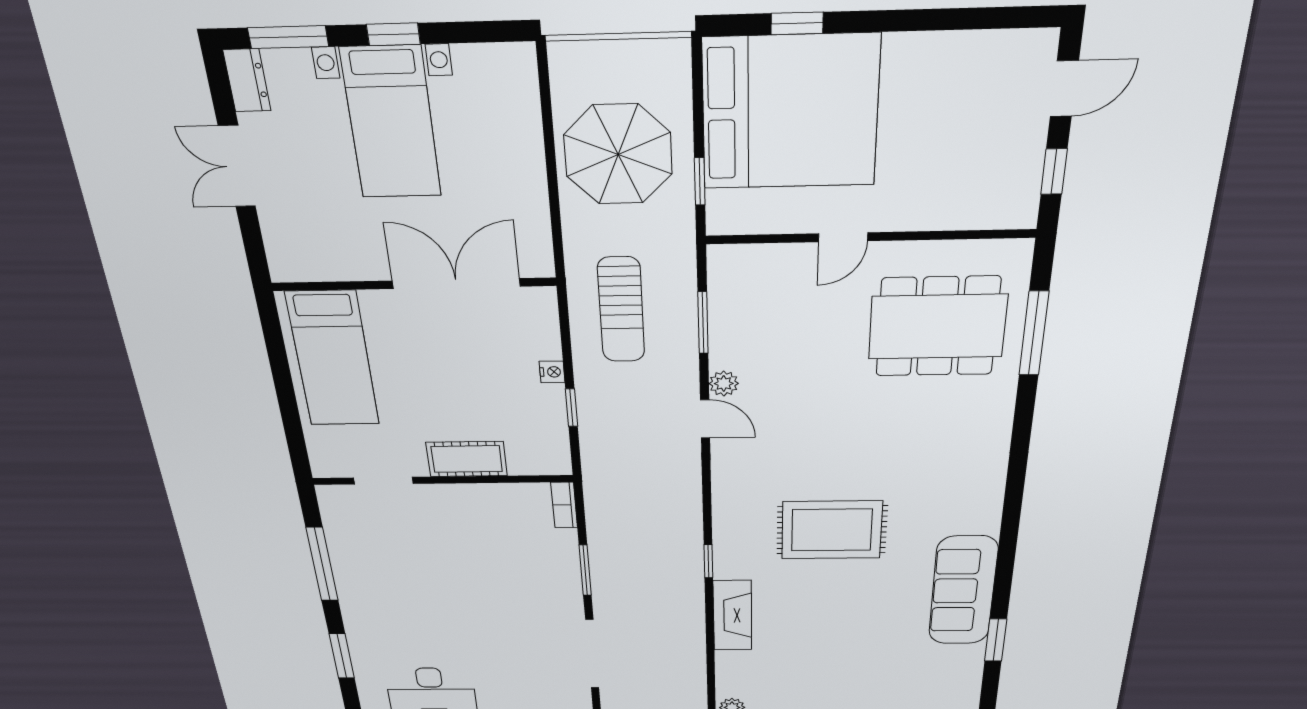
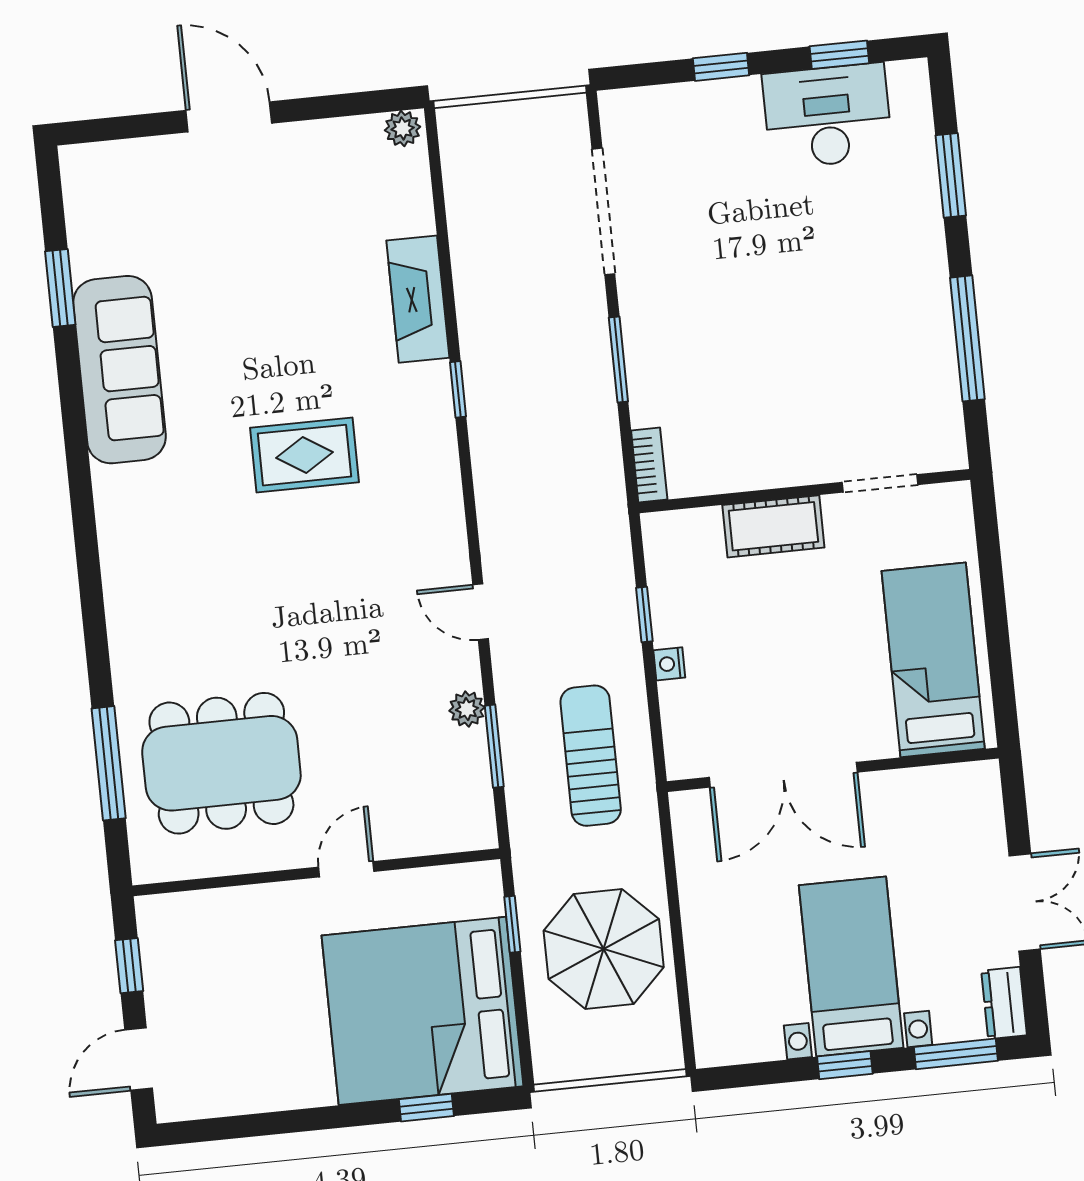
plant: (724, 384) -> (467, 709), moved
rug: (832, 530) -> (304, 455), width x0.73, depth x0.70

